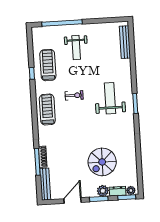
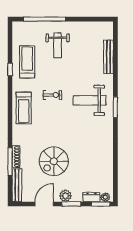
bench: (125, 42) -> (108, 57), moved
weight bench: (110, 98) -> (90, 100), turned -90
treadmill: (47, 110) -> (24, 108), turned 180
spiral stairs: (102, 162) -> (54, 161), moved
plant: (103, 191) -> (65, 196), moved

